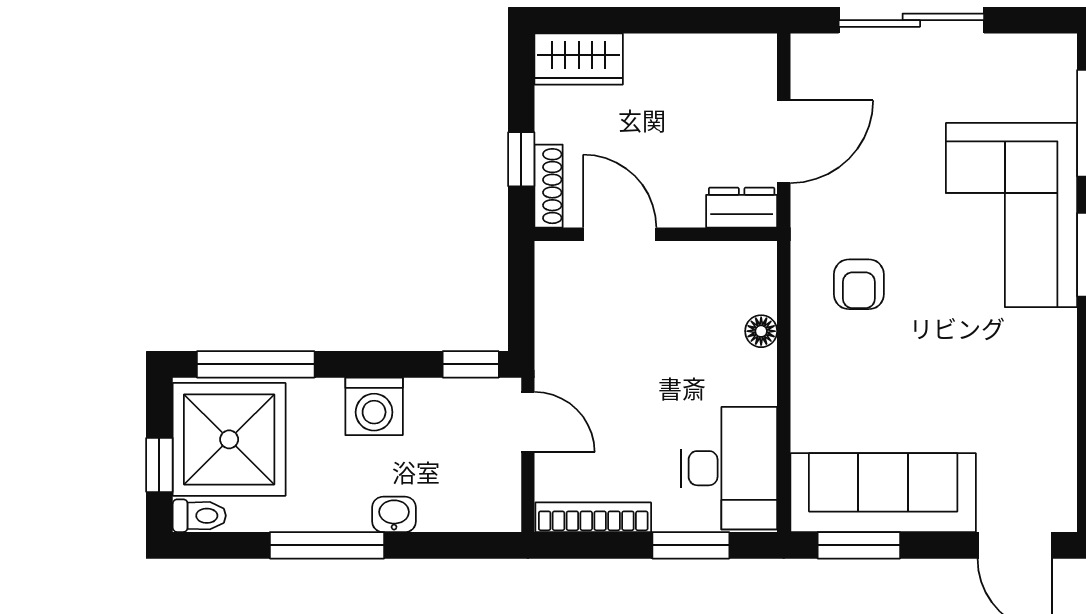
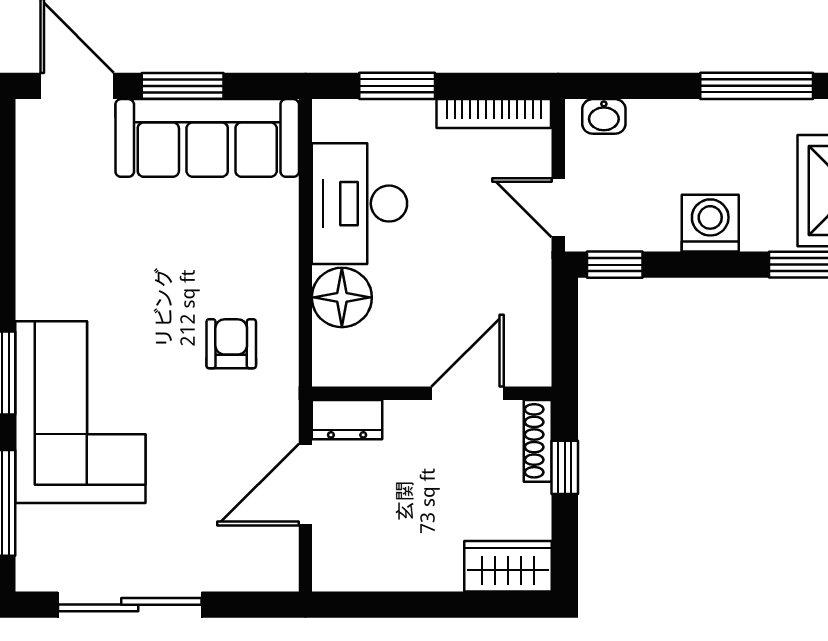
sliding door: (911, 20) -> (130, 605), moved
door: (620, 234) -> (467, 393), swing flipped
floor lamp: (761, 331) -> (342, 297), width x1.89, depth x1.89
desk: (729, 468) -> (359, 204), moved
washbasin: (394, 514) -> (604, 116), moved
window: (859, 545) -> (183, 86), moved

